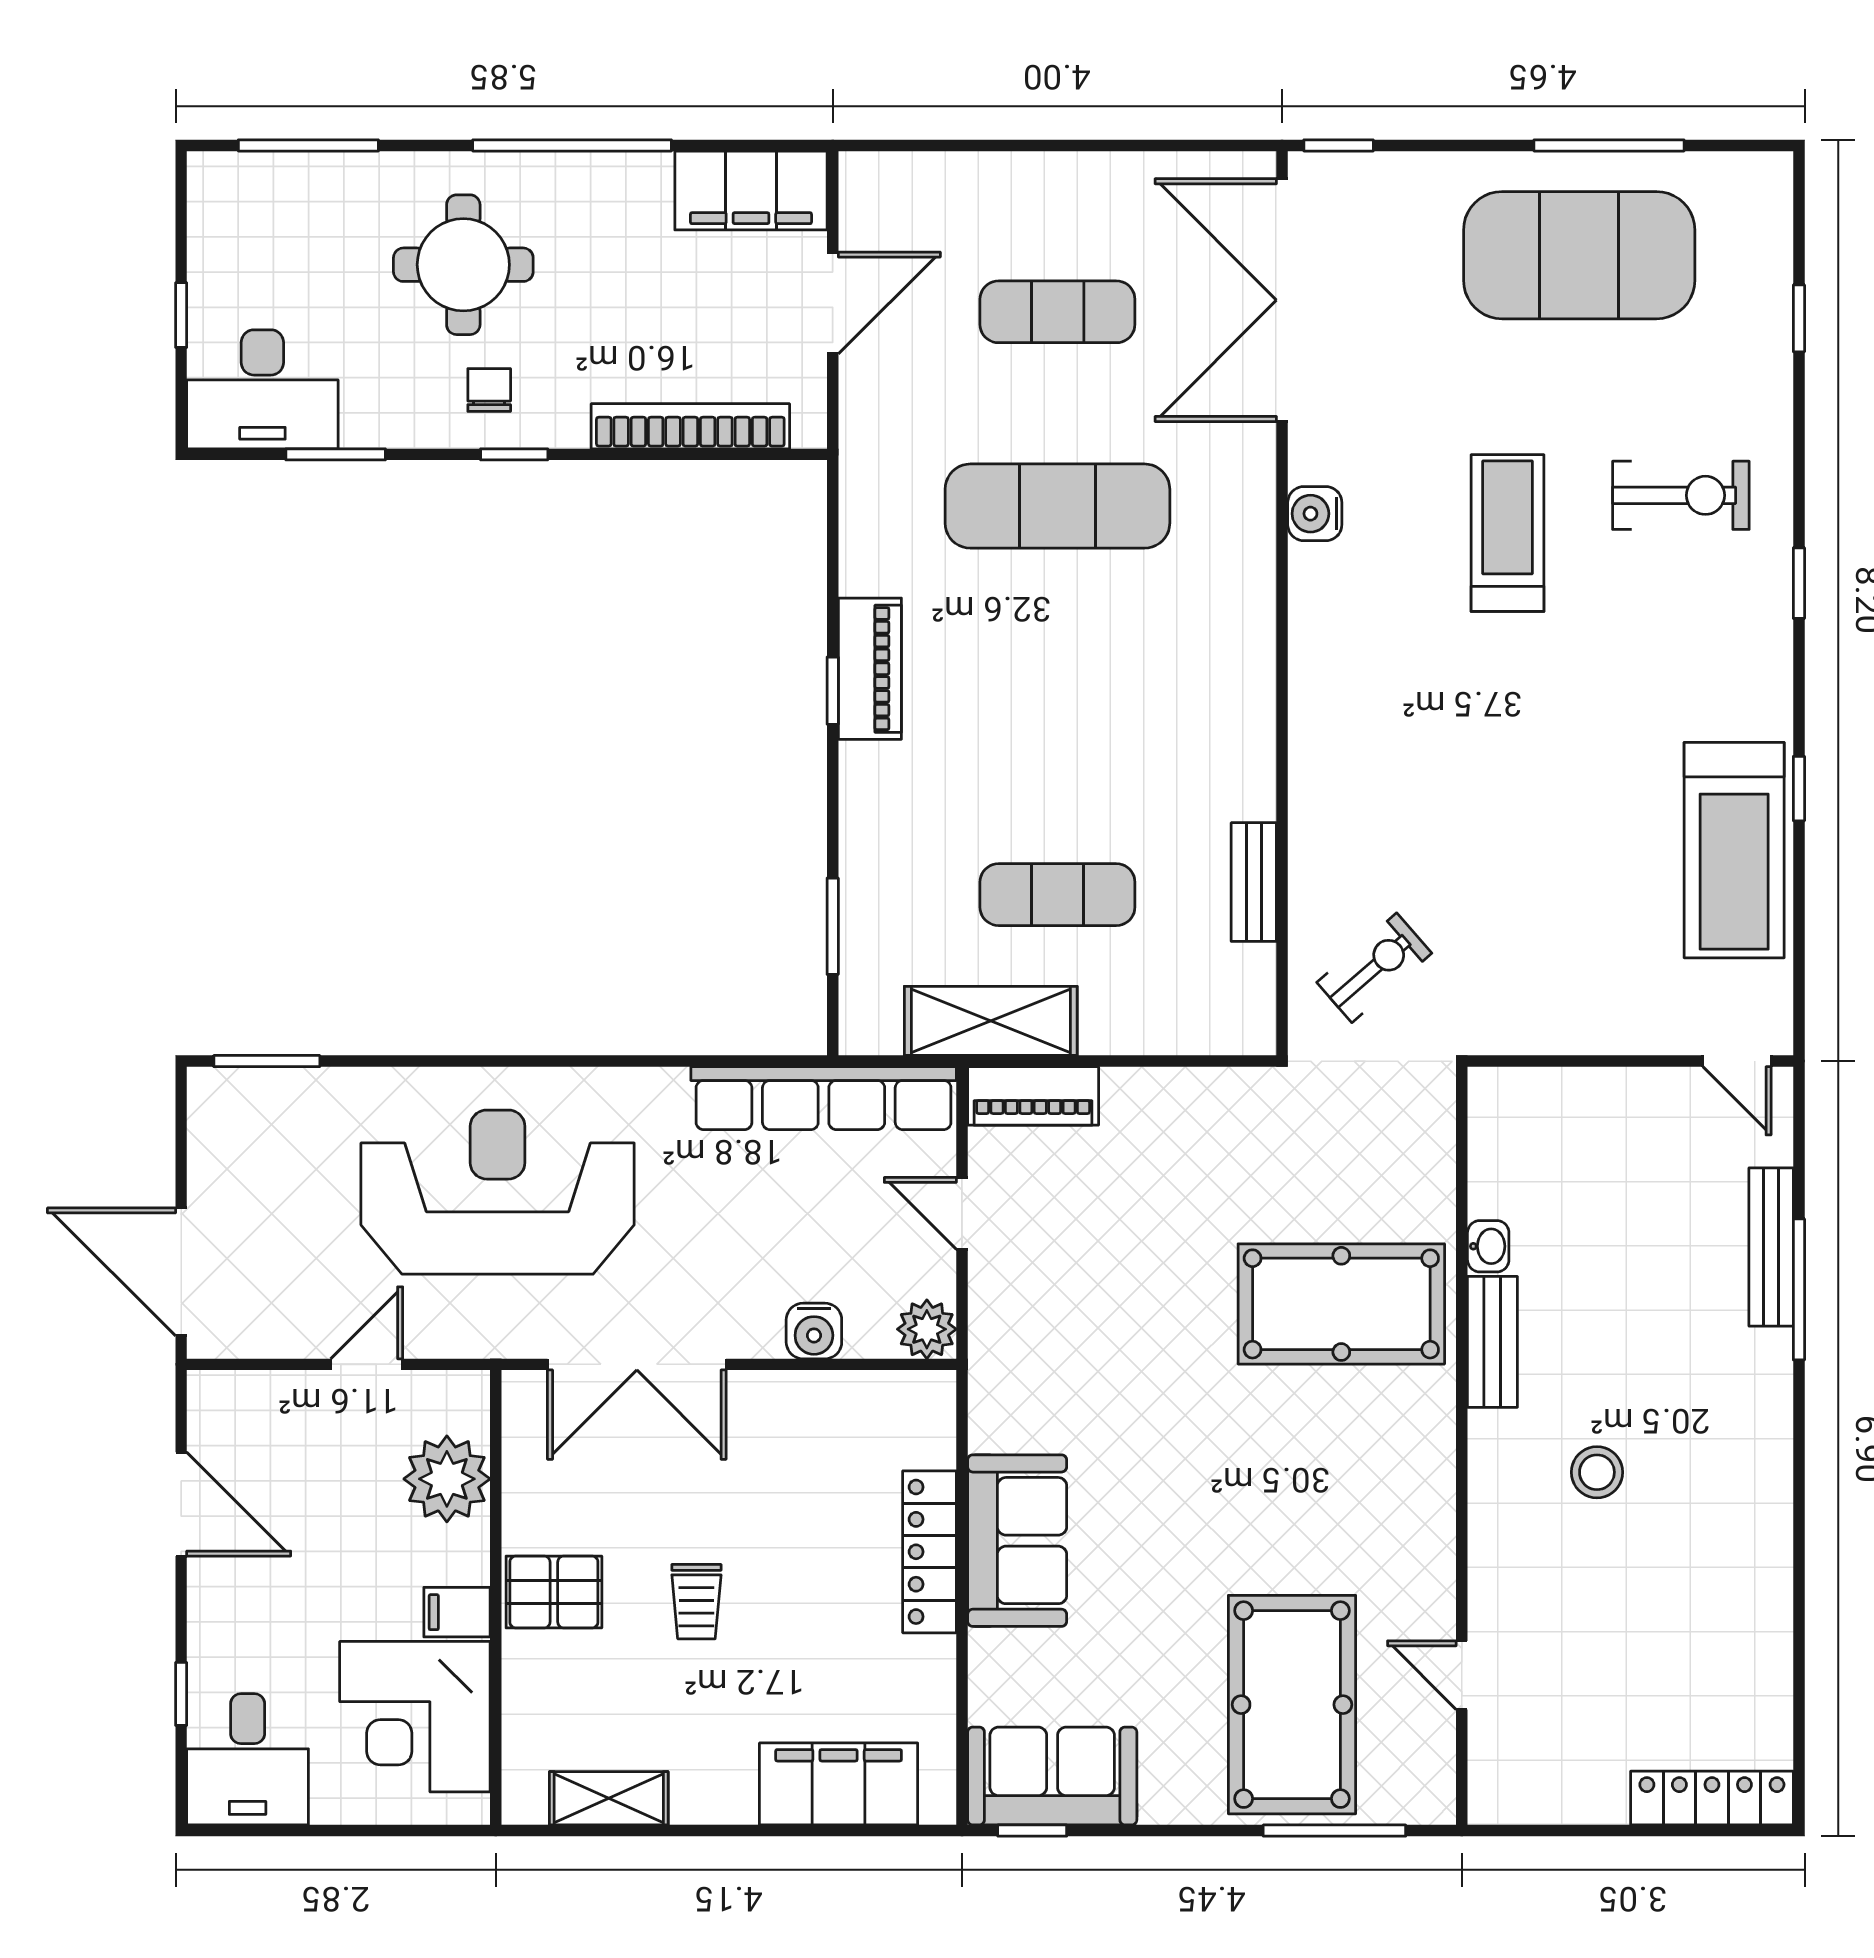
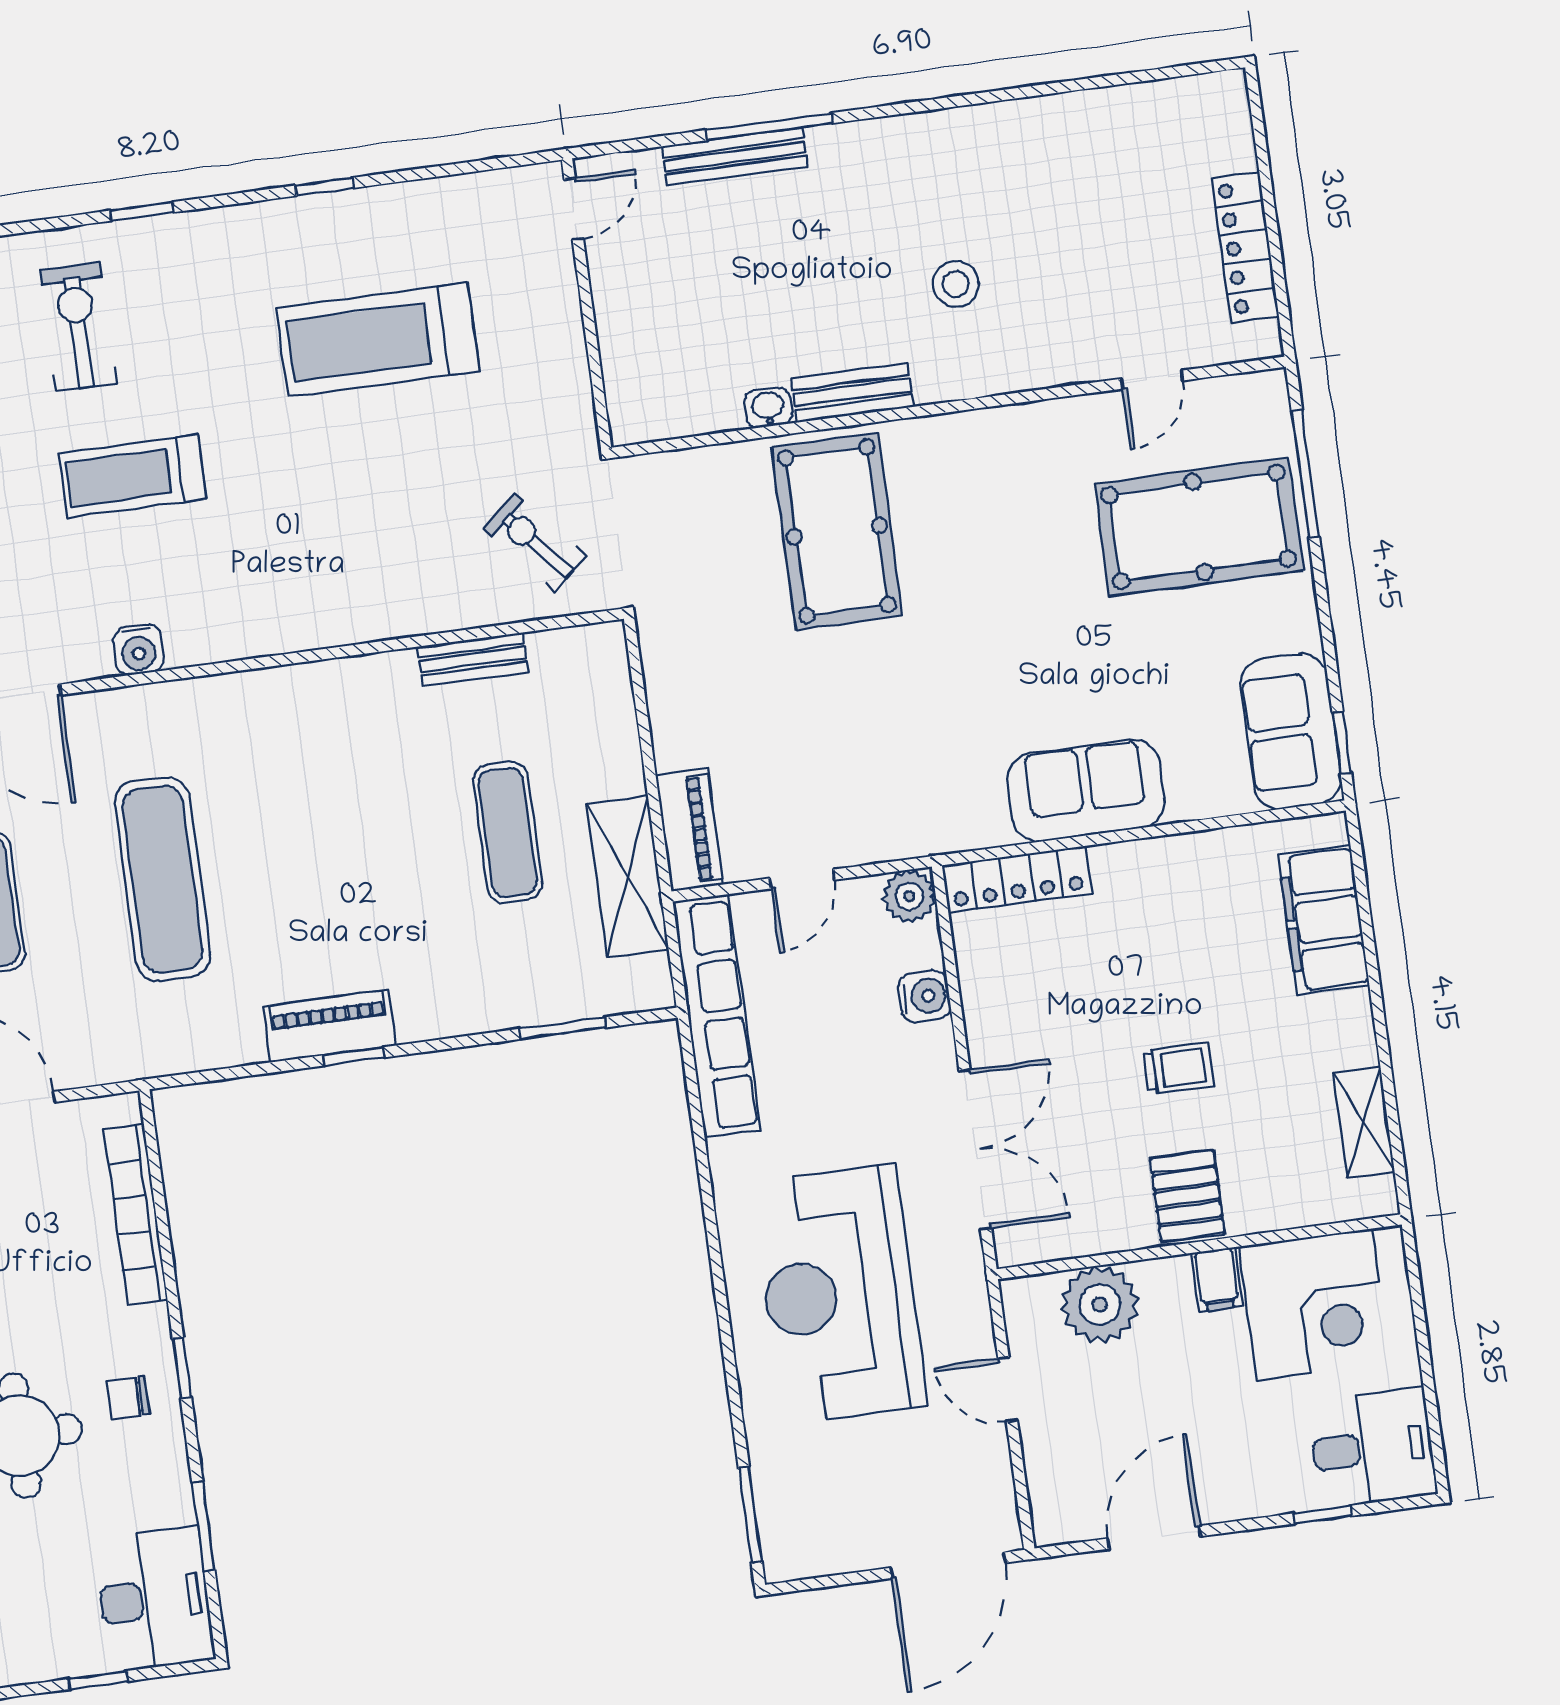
treadmill: (1734, 850) -> (378, 340), moved, turned 180
locker: (929, 1552) -> (1017, 879), moved
locker: (1712, 1798) -> (1245, 247), moved

